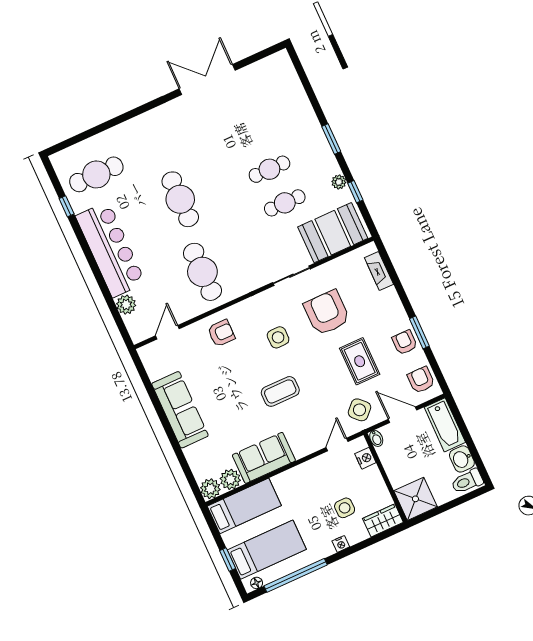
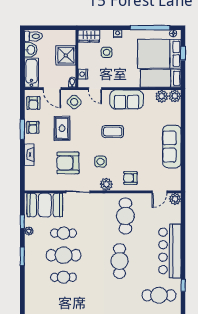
cafe table: (254, 136) -> (64, 277), added
cafe table: (269, 169) -> (64, 255), width x1.37, depth x1.35
fireplace: (379, 271) -> (29, 155), moved
plant: (126, 305) -> (175, 199), moved
plant: (254, 307) -> (106, 184), added
armchair: (327, 313) -> (68, 163), turned 90
door: (337, 444) -> (95, 89), hinge flipped
sofa: (264, 458) -> (127, 100), moved
shower: (415, 499) -> (66, 55), moved
bed: (267, 550) -> (159, 54), width x1.50

